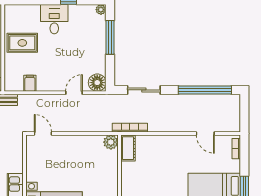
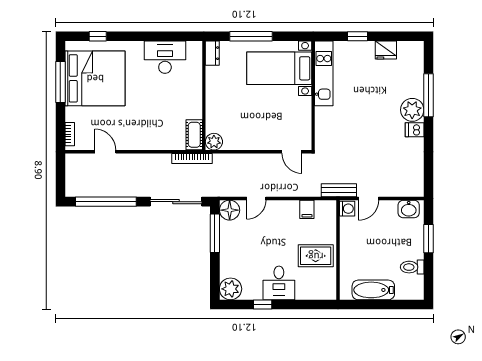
plant: (101, 10) -> (231, 289), width x1.88, depth x1.88
window: (110, 37) -> (215, 233), moved
sliding door: (144, 90) -> (176, 202), width x1.37

